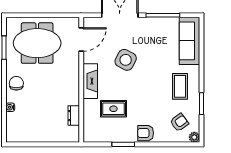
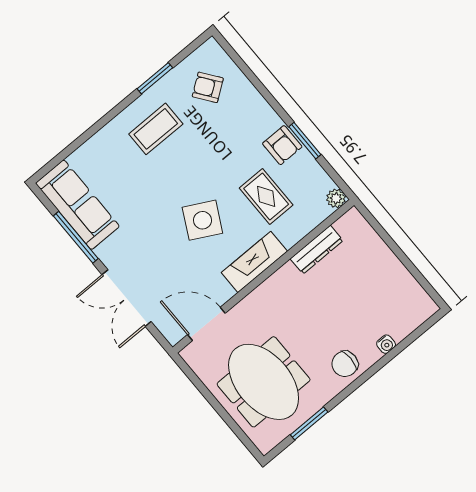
sofa: (189, 41) -> (77, 205), moved, turned -90
side table: (126, 60) -> (202, 220), moved
dresser: (74, 116) -> (317, 250), width x1.44
armchair: (146, 133) -> (282, 145), moved
plant: (194, 137) -> (336, 198), moved

